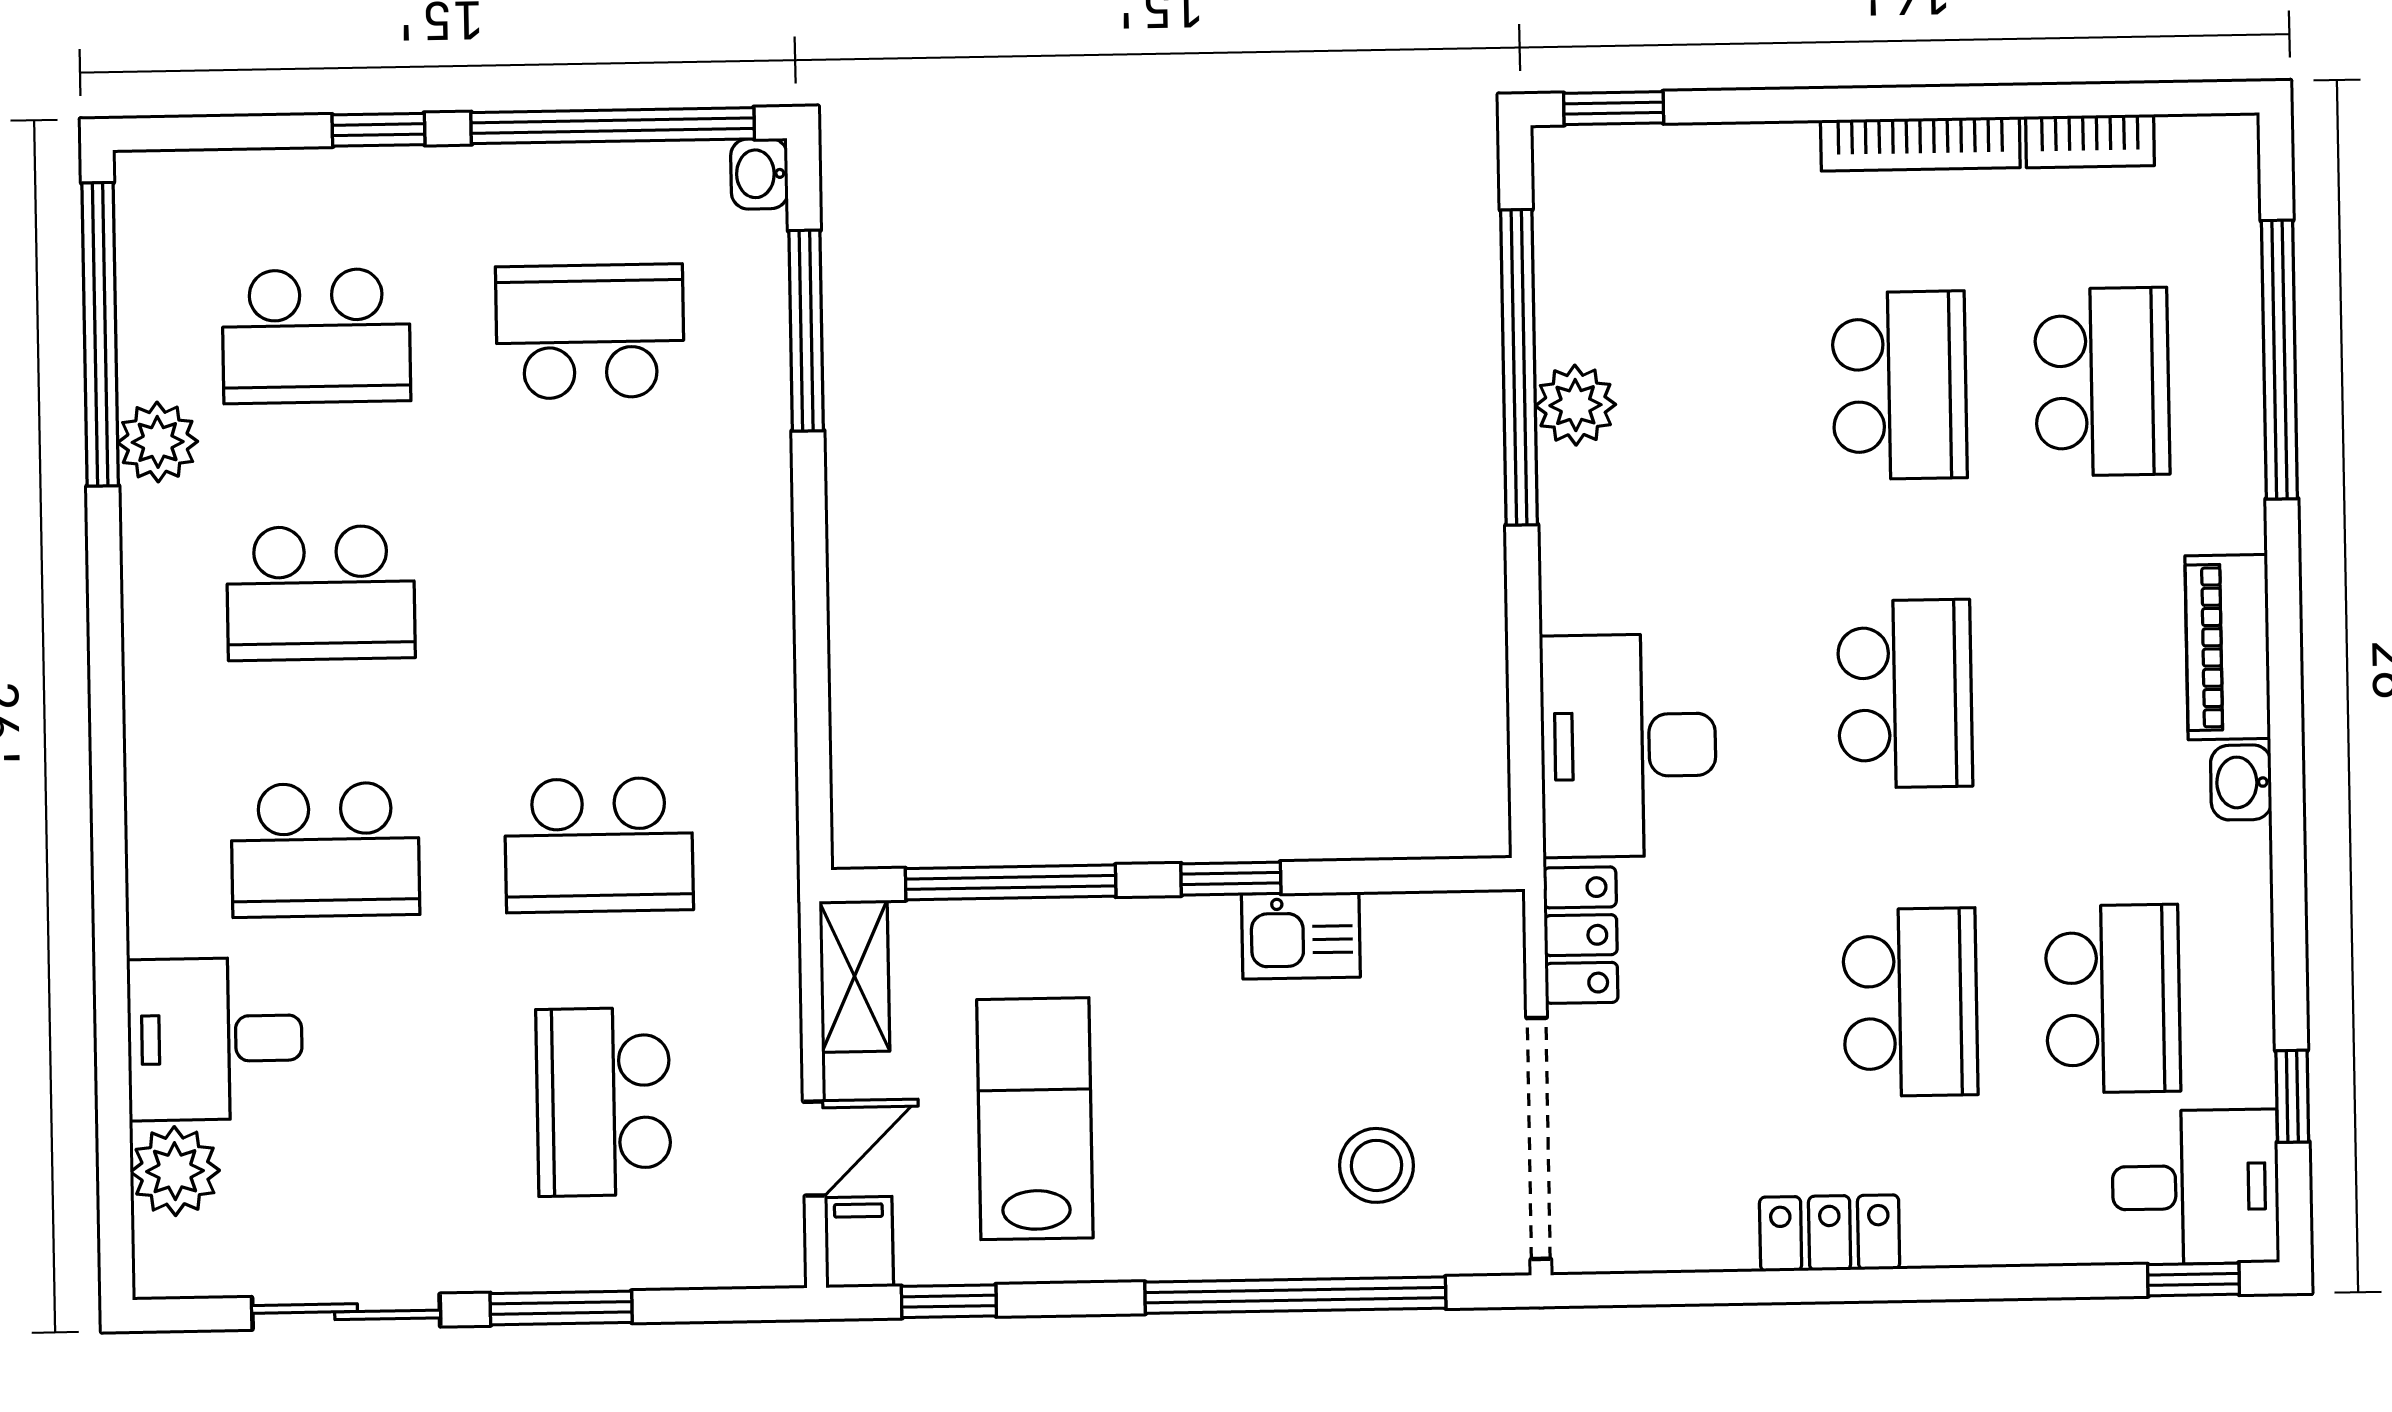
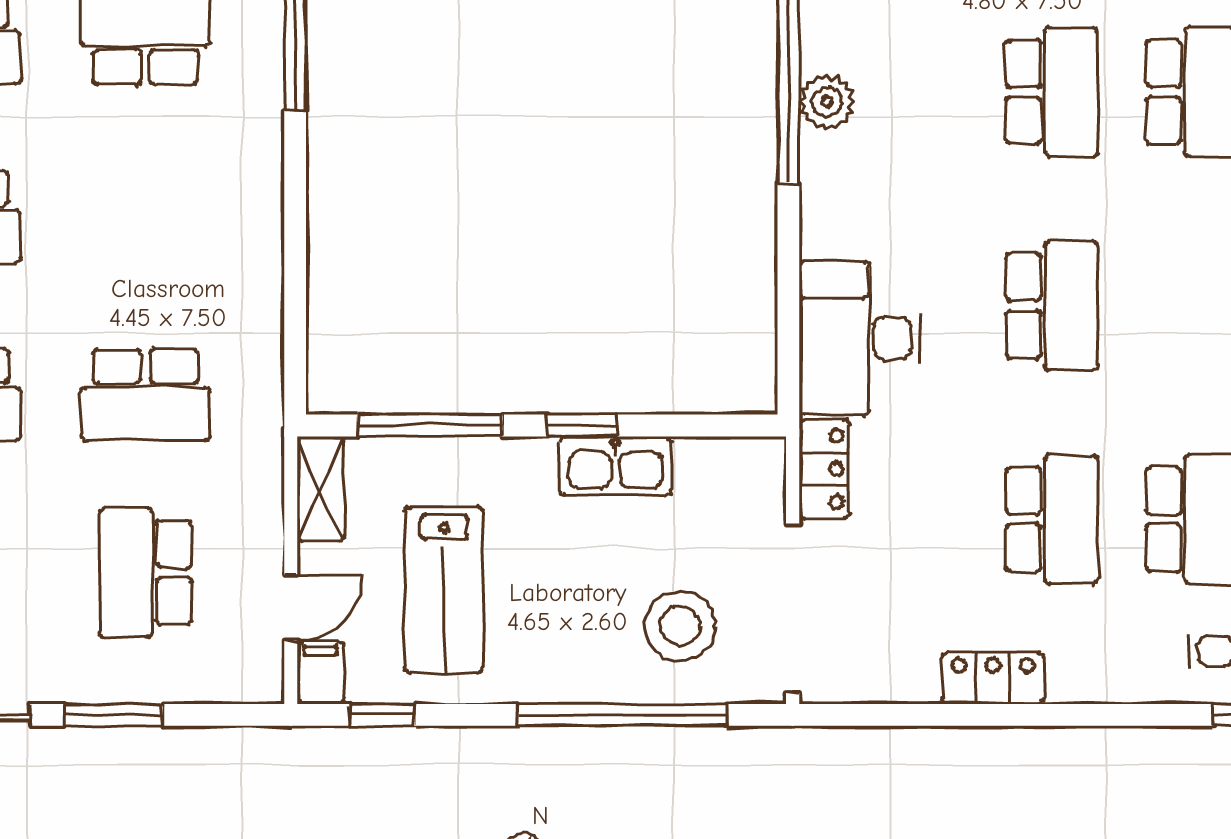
kitchen sink: (1301, 936) -> (615, 466), width x1.38
lab bench: (1035, 1119) -> (444, 589), turned 180
stool: (1377, 1165) -> (680, 626), width x1.38, depth x1.38

